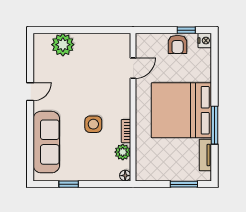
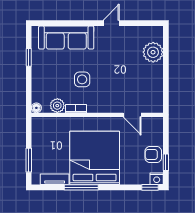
window: (215, 48) -> (150, 187), added
door: (30, 92) -> (111, 23), swing flipped

